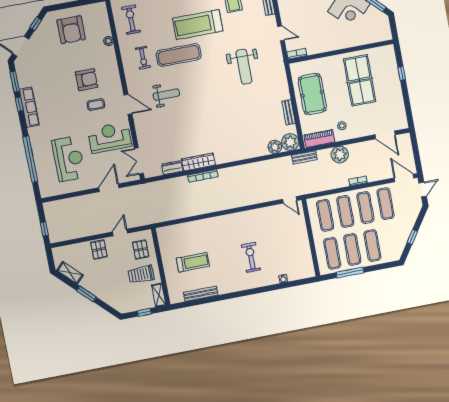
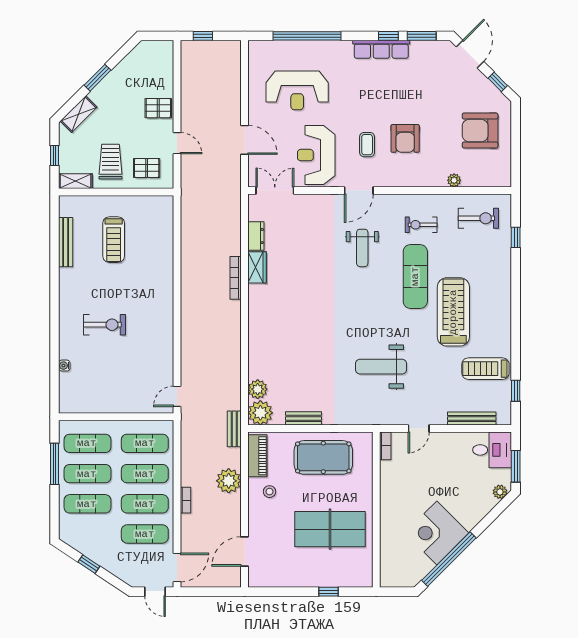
reception desk: (110, 138) -> (316, 155), turned 180
wardrobe: (198, 162) -> (257, 267), width x0.67
shelving: (70, 273) -> (79, 114), moved

